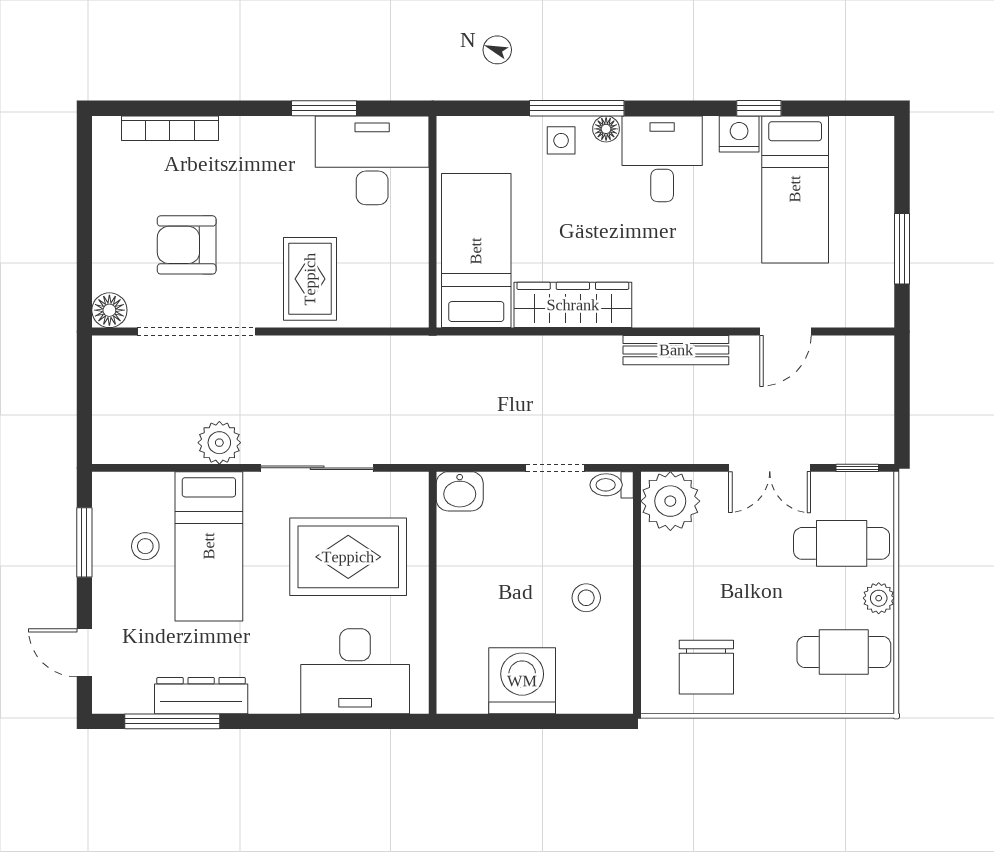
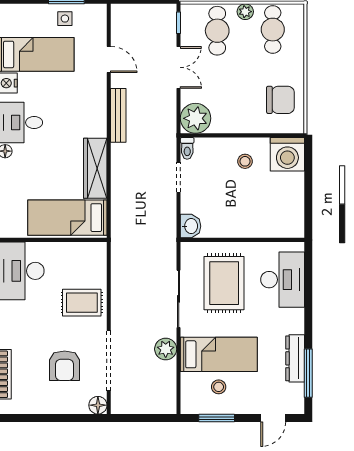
side table: (561, 140) -> (65, 19), moved
washing machine: (522, 681) -> (287, 154), moved, turned -90

